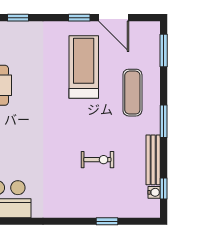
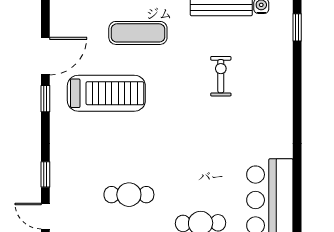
treadmill: (84, 67) -> (106, 93), turned 180
window: (107, 221) -> (297, 27), moved

